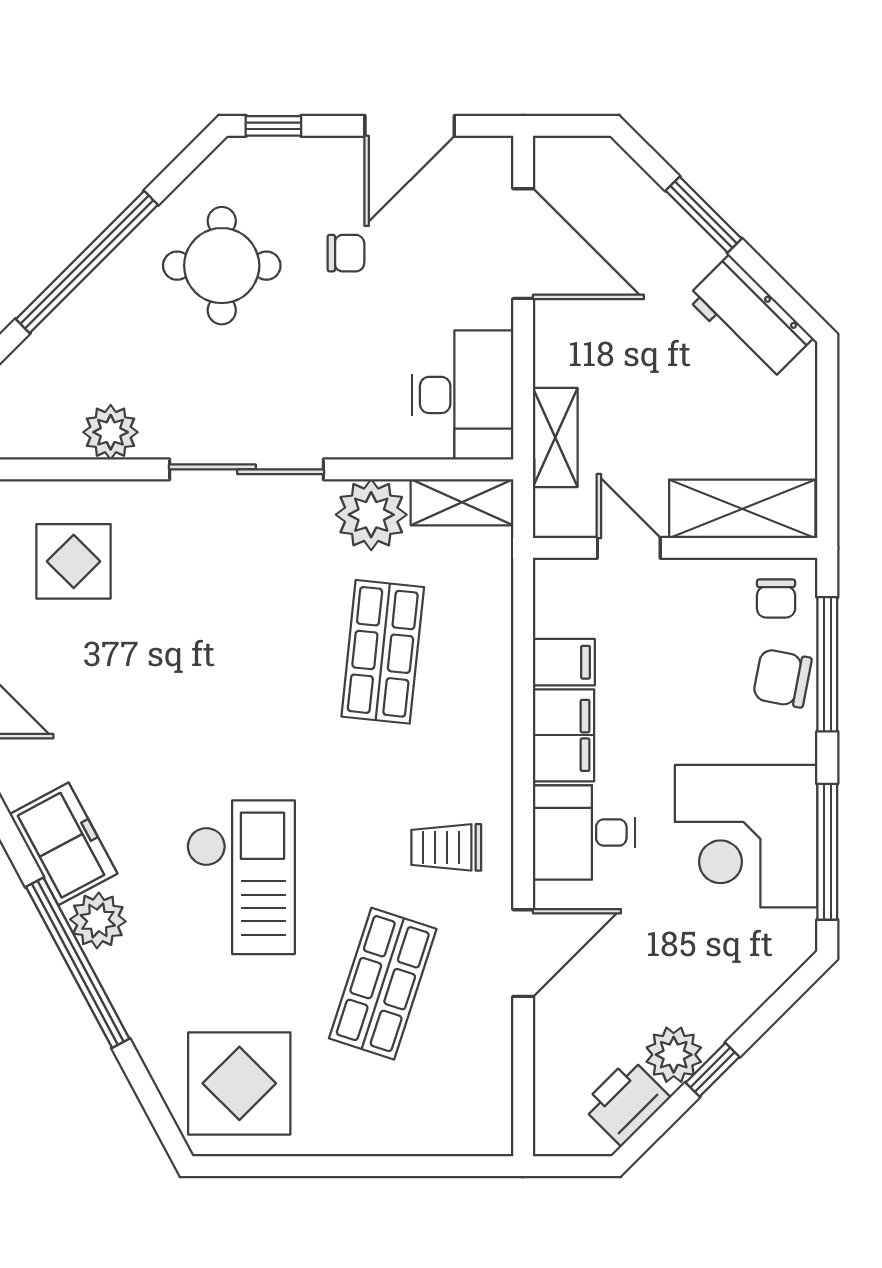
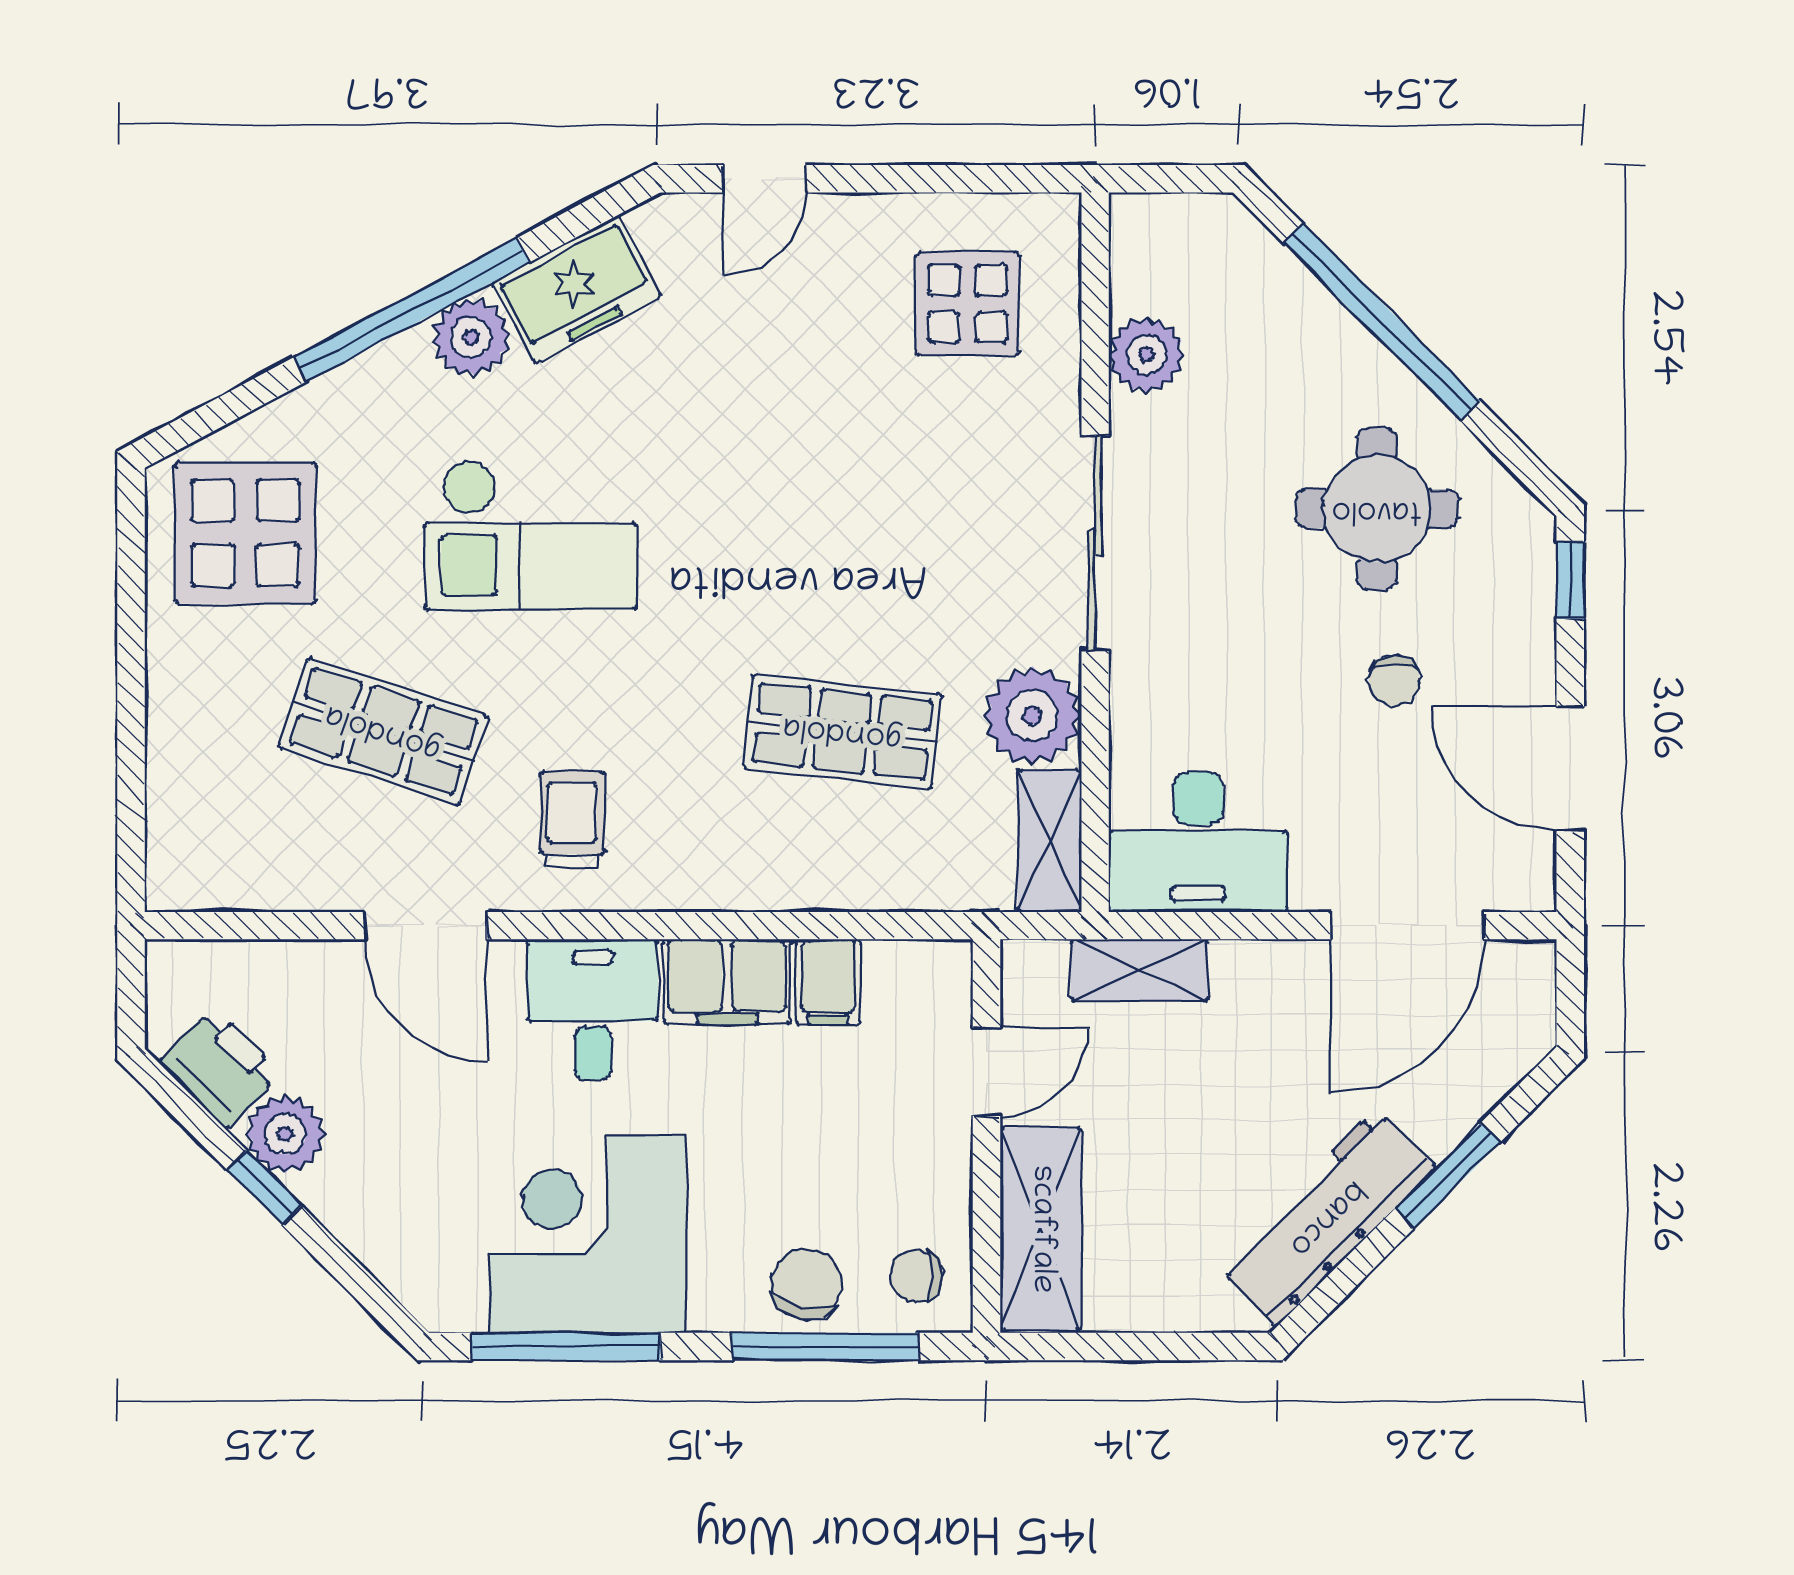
workbench: (750, 318) -> (1326, 1217), width x1.38

